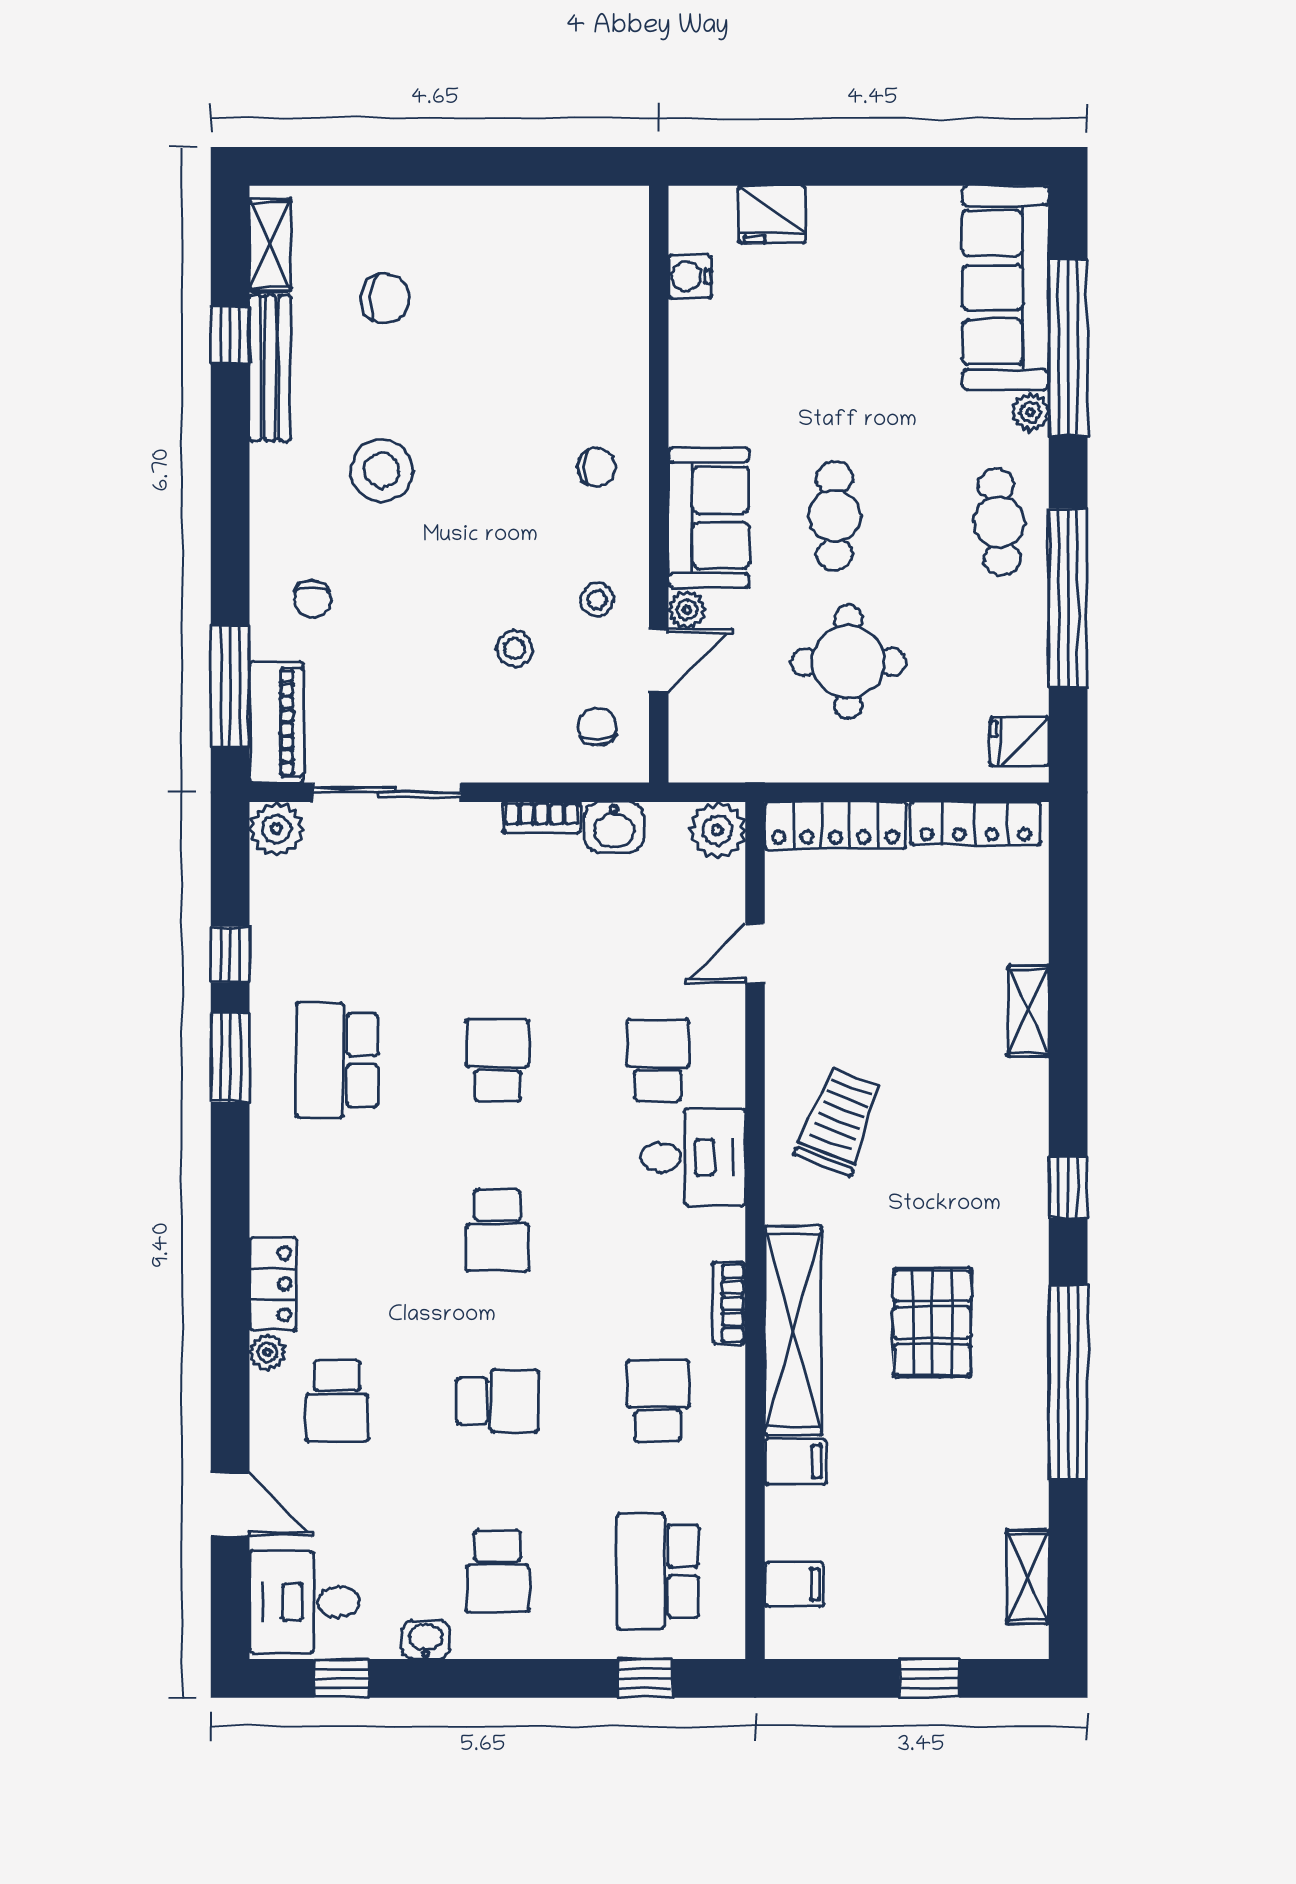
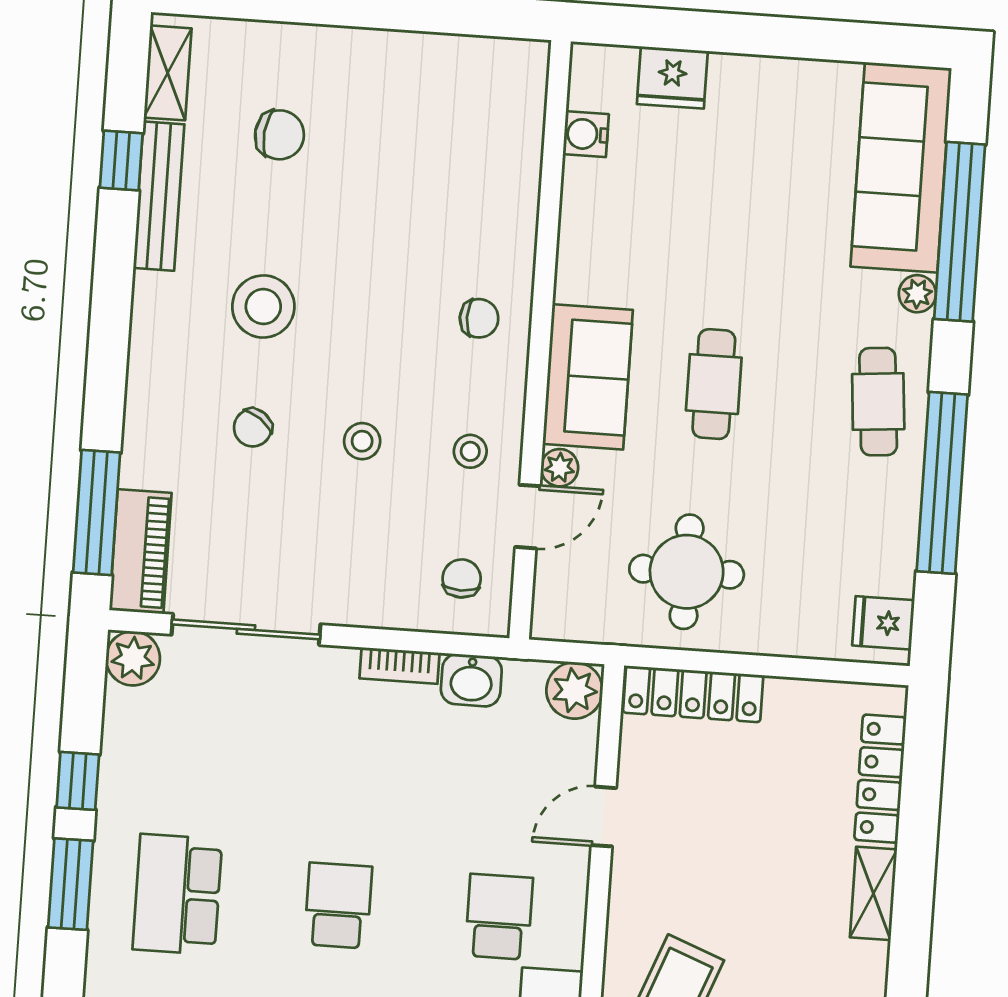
chair: (312, 599) -> (253, 428), moved, turned 36
stool: (515, 649) -> (362, 441), moved
round table: (848, 662) -> (687, 572), moved
locker: (975, 824) -> (880, 779), moved, turned 90

